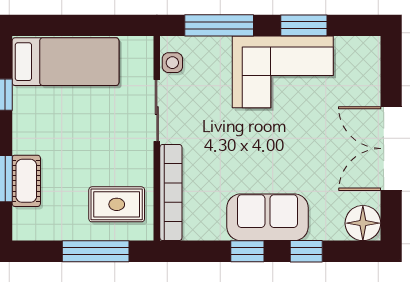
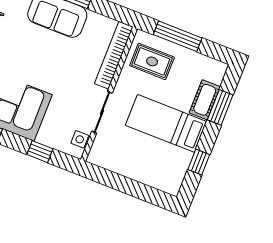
window: (219, 25) -> (40, 152), width x0.46
bed: (65, 62) -> (166, 123), moved

